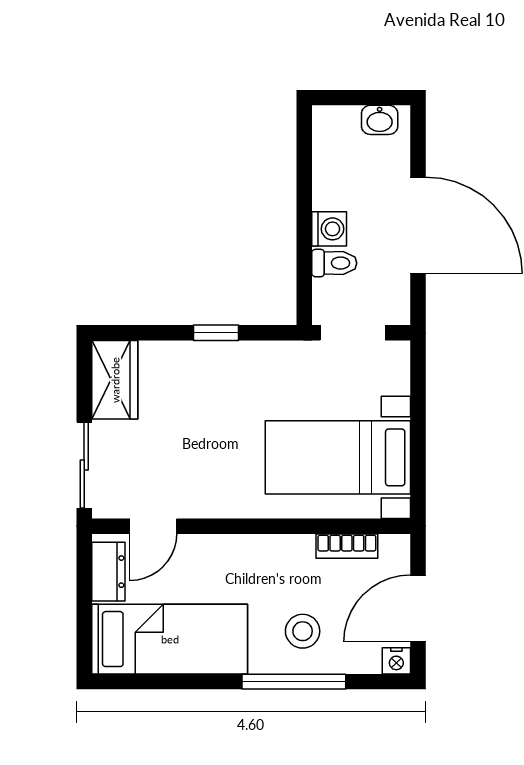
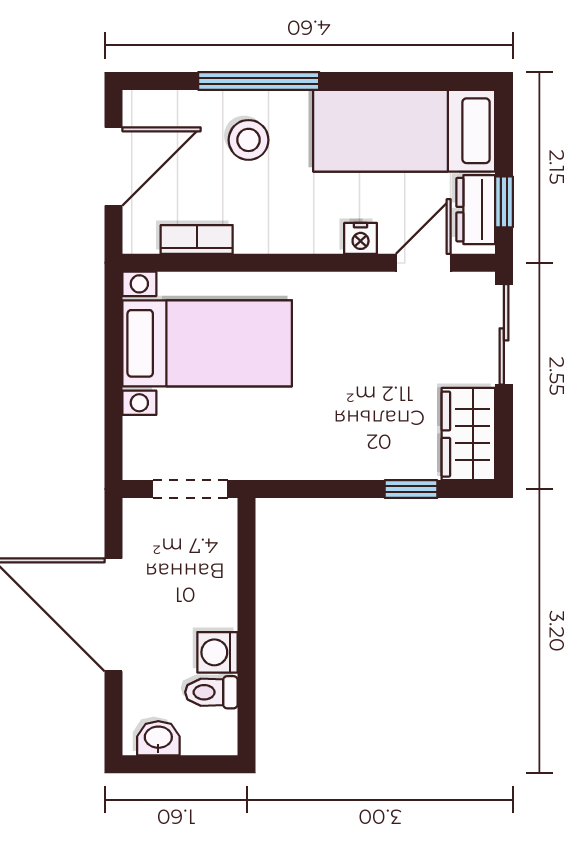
washing machine: (329, 229) -> (218, 652), moved
toilet: (334, 263) -> (211, 692), moved
window: (216, 333) -> (411, 489), moved
window: (84, 578) -> (504, 202), added
nightstand: (396, 661) -> (361, 238), moved, turned 180

